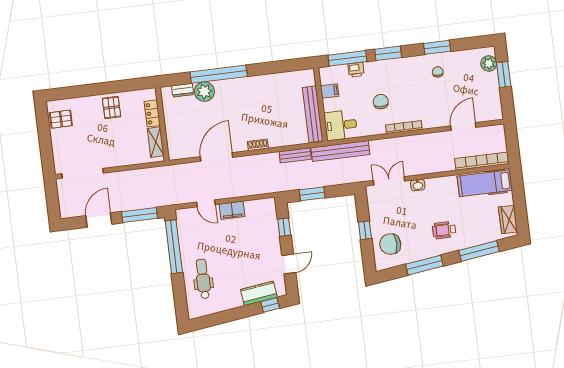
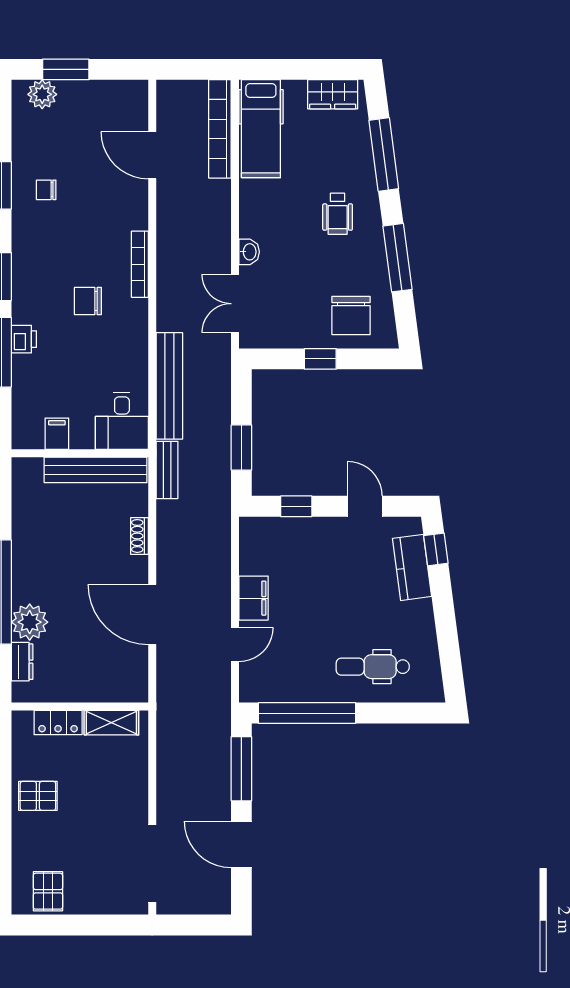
filing cabinet: (330, 91) -> (57, 434), moved
wall: (321, 105) -> (80, 453), moved
bench: (313, 114) -> (96, 470), moved
desk: (341, 125) -> (122, 421), moved

